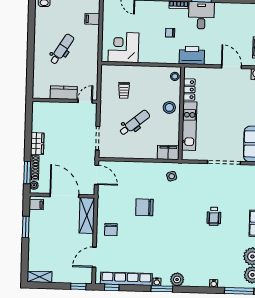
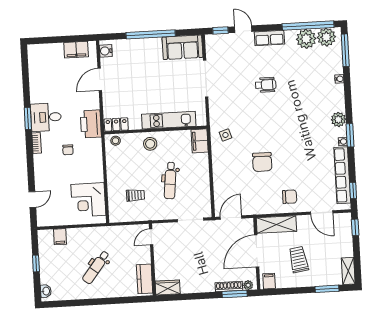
dental chair: (62, 49) -> (96, 267), turned -84
locker: (189, 90) -> (116, 124), moved
kitchen counter: (64, 93) -> (145, 279), moved
door: (85, 101) -> (151, 237), hinge flipped
dental chair: (135, 123) -> (170, 181), turned -135
wardrobe: (37, 144) -> (168, 287), moved
window: (26, 227) -> (327, 289), moved
trolley: (53, 233) -> (299, 260), added

